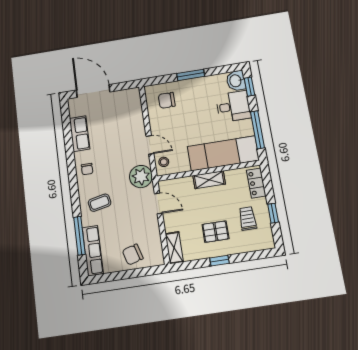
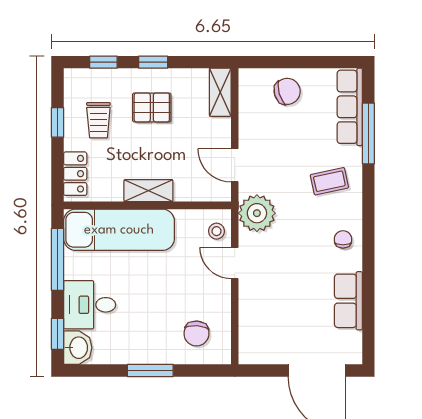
chair: (167, 100) -> (196, 333), turned 94
window: (251, 256) -> (103, 62), added

